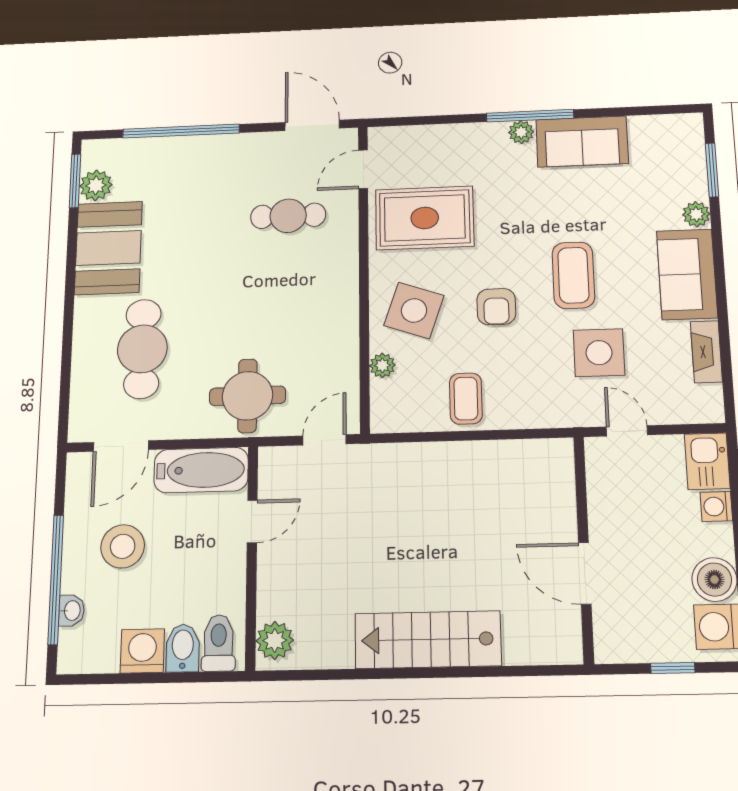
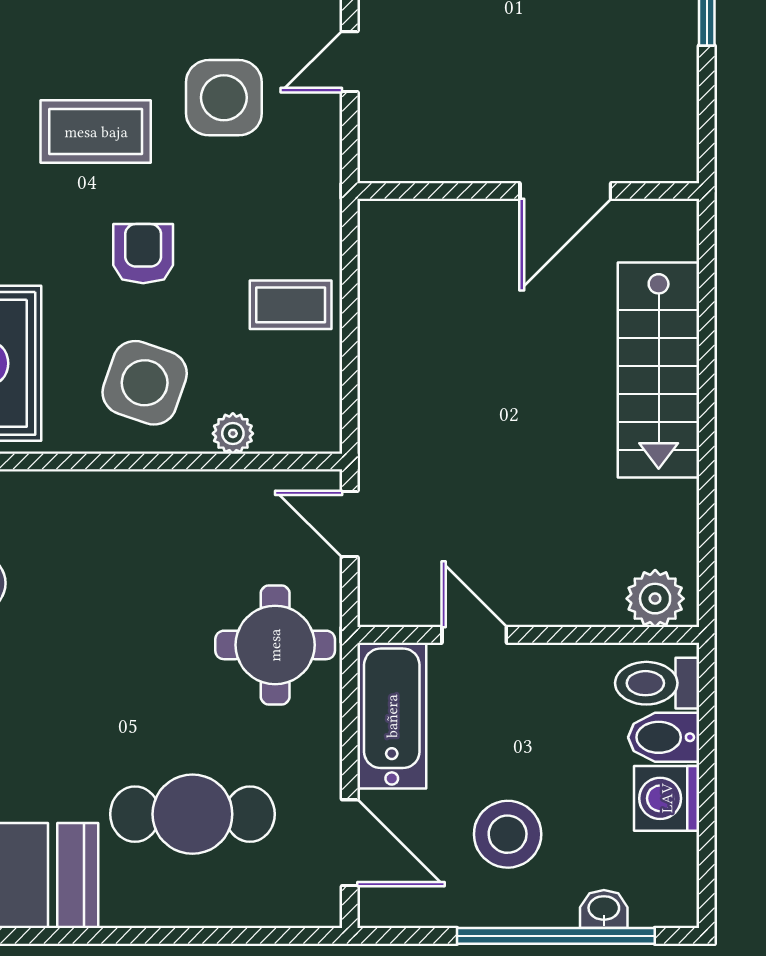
armchair: (496, 307) -> (143, 254), turned -90
wall: (584, 548) -> (528, 191), moved
door: (585, 573) -> (565, 191), moved

